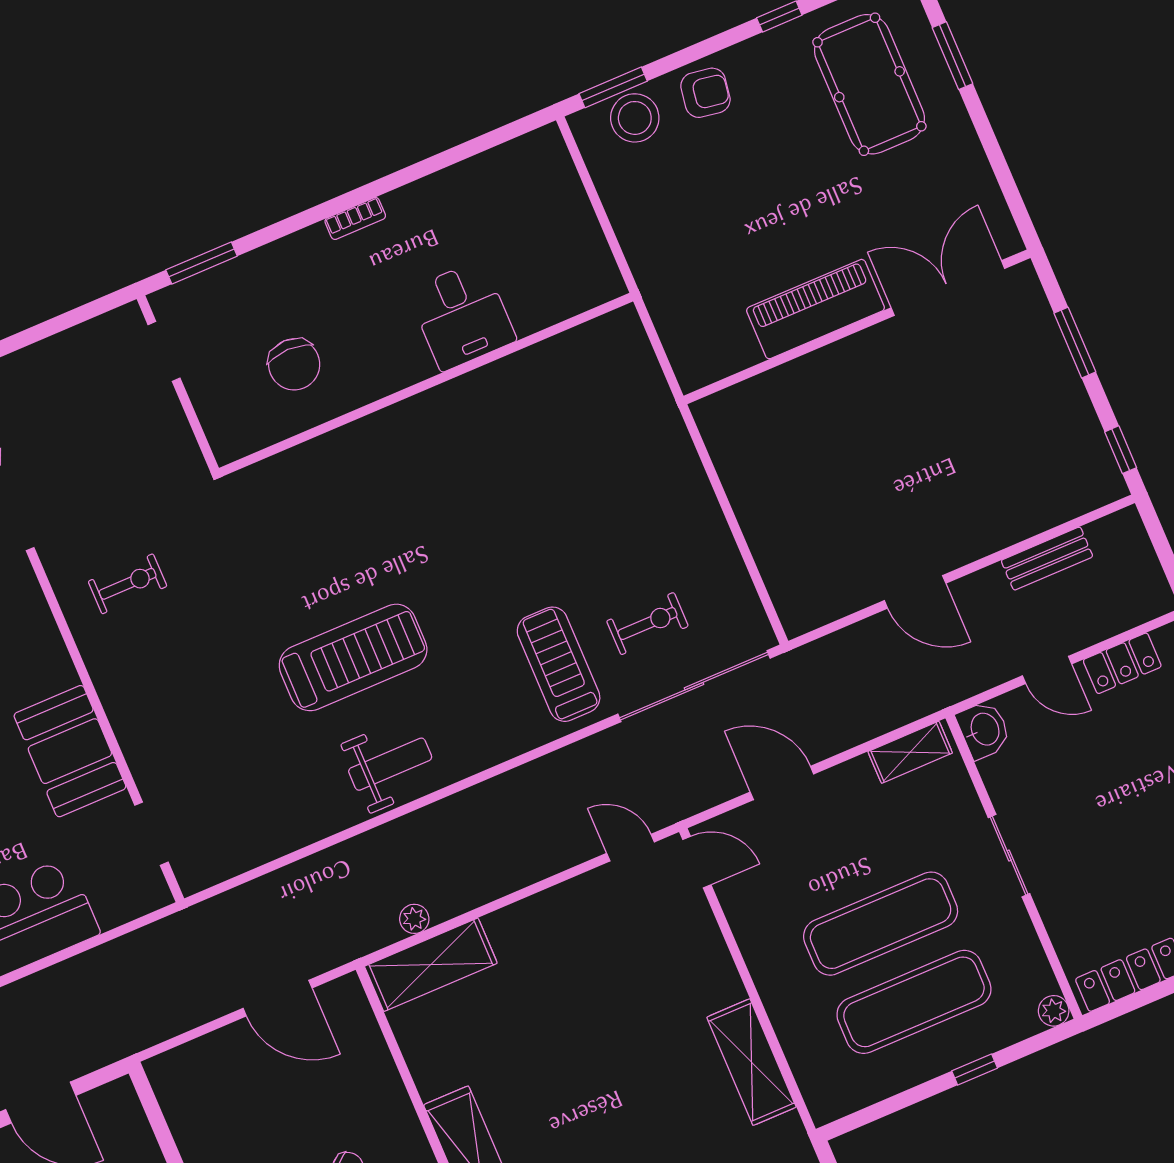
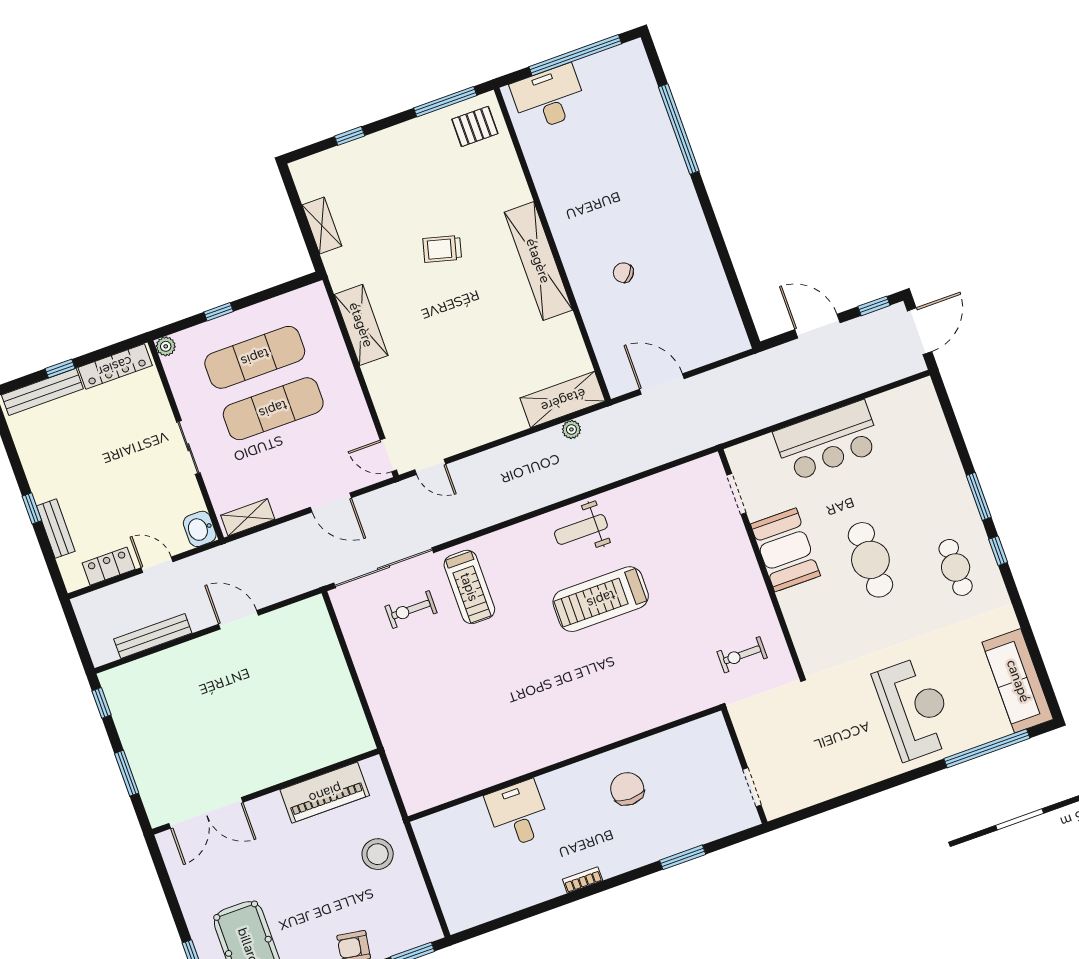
stool: (635, 118) -> (378, 854), moved
piano: (816, 309) -> (325, 793), moved
doorway: (164, 351) -> (752, 787), moved
wall: (178, 383) -> (744, 766), moved
bench: (1047, 559) -> (153, 636), width x1.36

